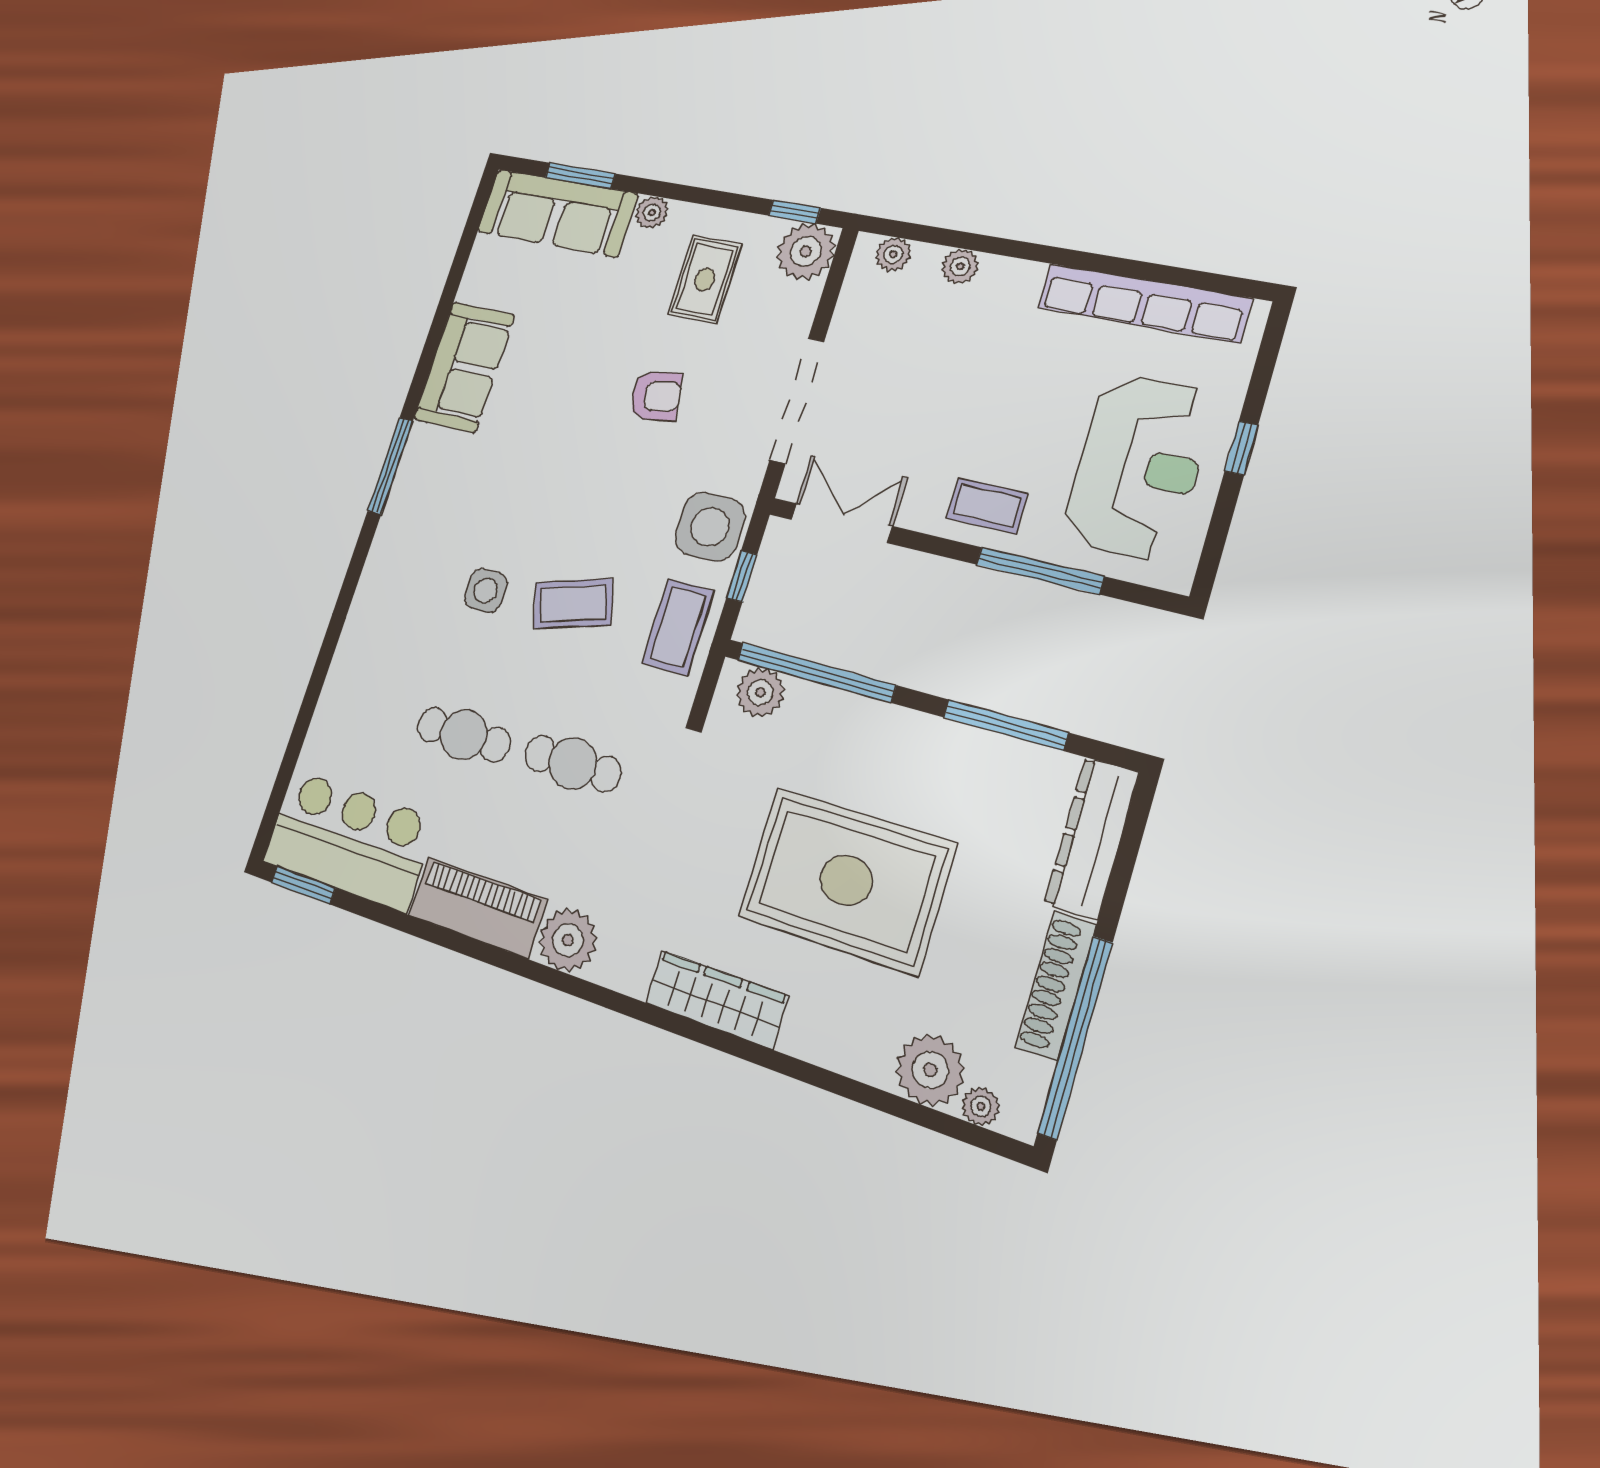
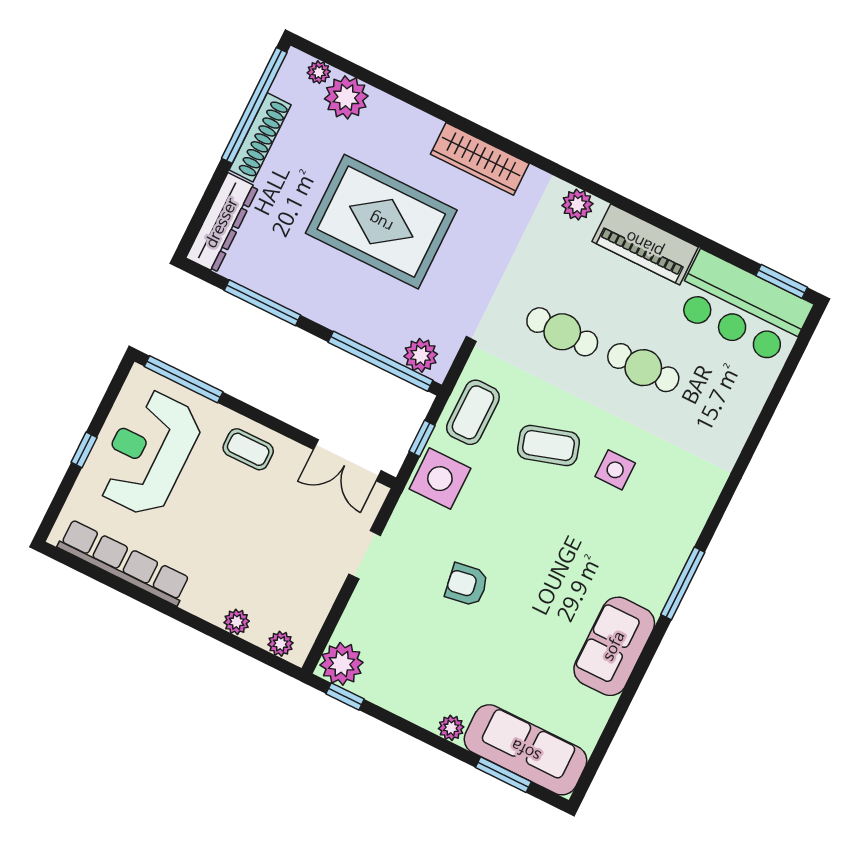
rug: (705, 279) -> (418, 664), removed
doorway: (797, 401) -> (365, 555), width x0.53
window: (1040, 570) -> (184, 379), moved
plant: (568, 940) -> (577, 205), width x0.73, depth x0.73

